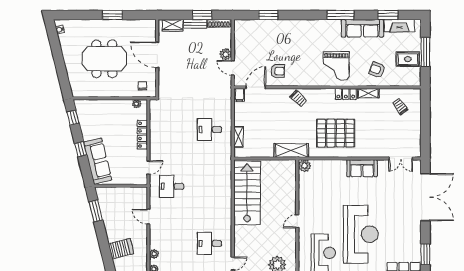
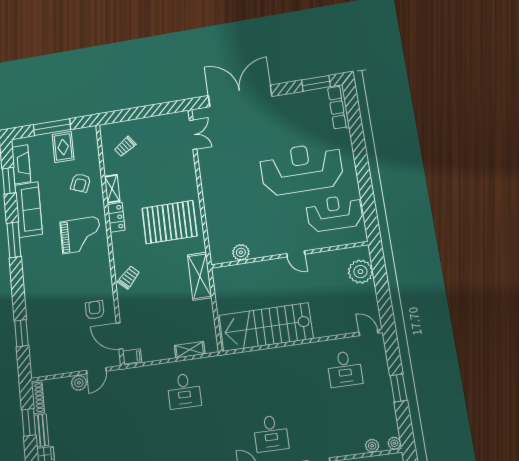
pallet: (336, 133) -> (169, 222), turned 90
plant: (305, 166) -> (241, 252), moved
sofa: (362, 168) -> (212, 181), removed

